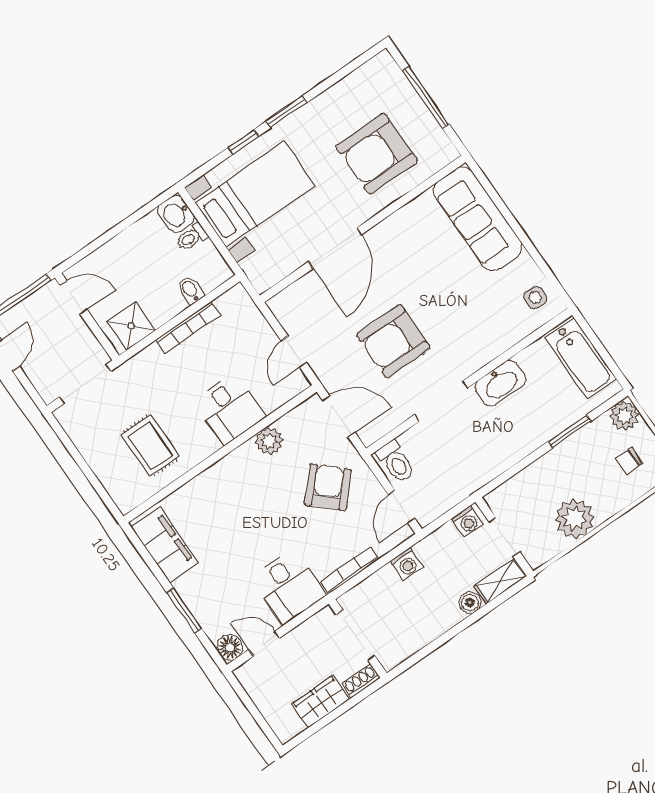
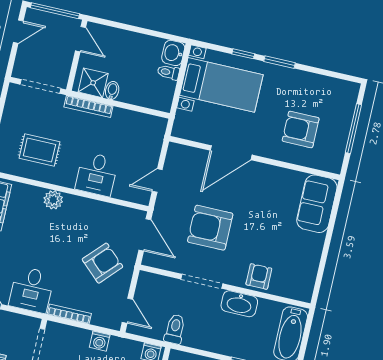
armchair: (377, 154) -> (301, 129), width x0.73, depth x0.73
sofa: (478, 219) -> (317, 204), width x0.73
bidet: (191, 290) -> (112, 90), moved
side table: (535, 298) -> (301, 281), removed
bookcase: (188, 328) -> (88, 106), moved
armchair: (490, 337) -> (259, 276), added
plant: (269, 441) -> (53, 200), moved
rug: (150, 446) -> (39, 150), turned 90
toilet: (396, 462) -> (175, 329), moved, turned 180
door: (401, 506) -> (127, 311), swing flipped

